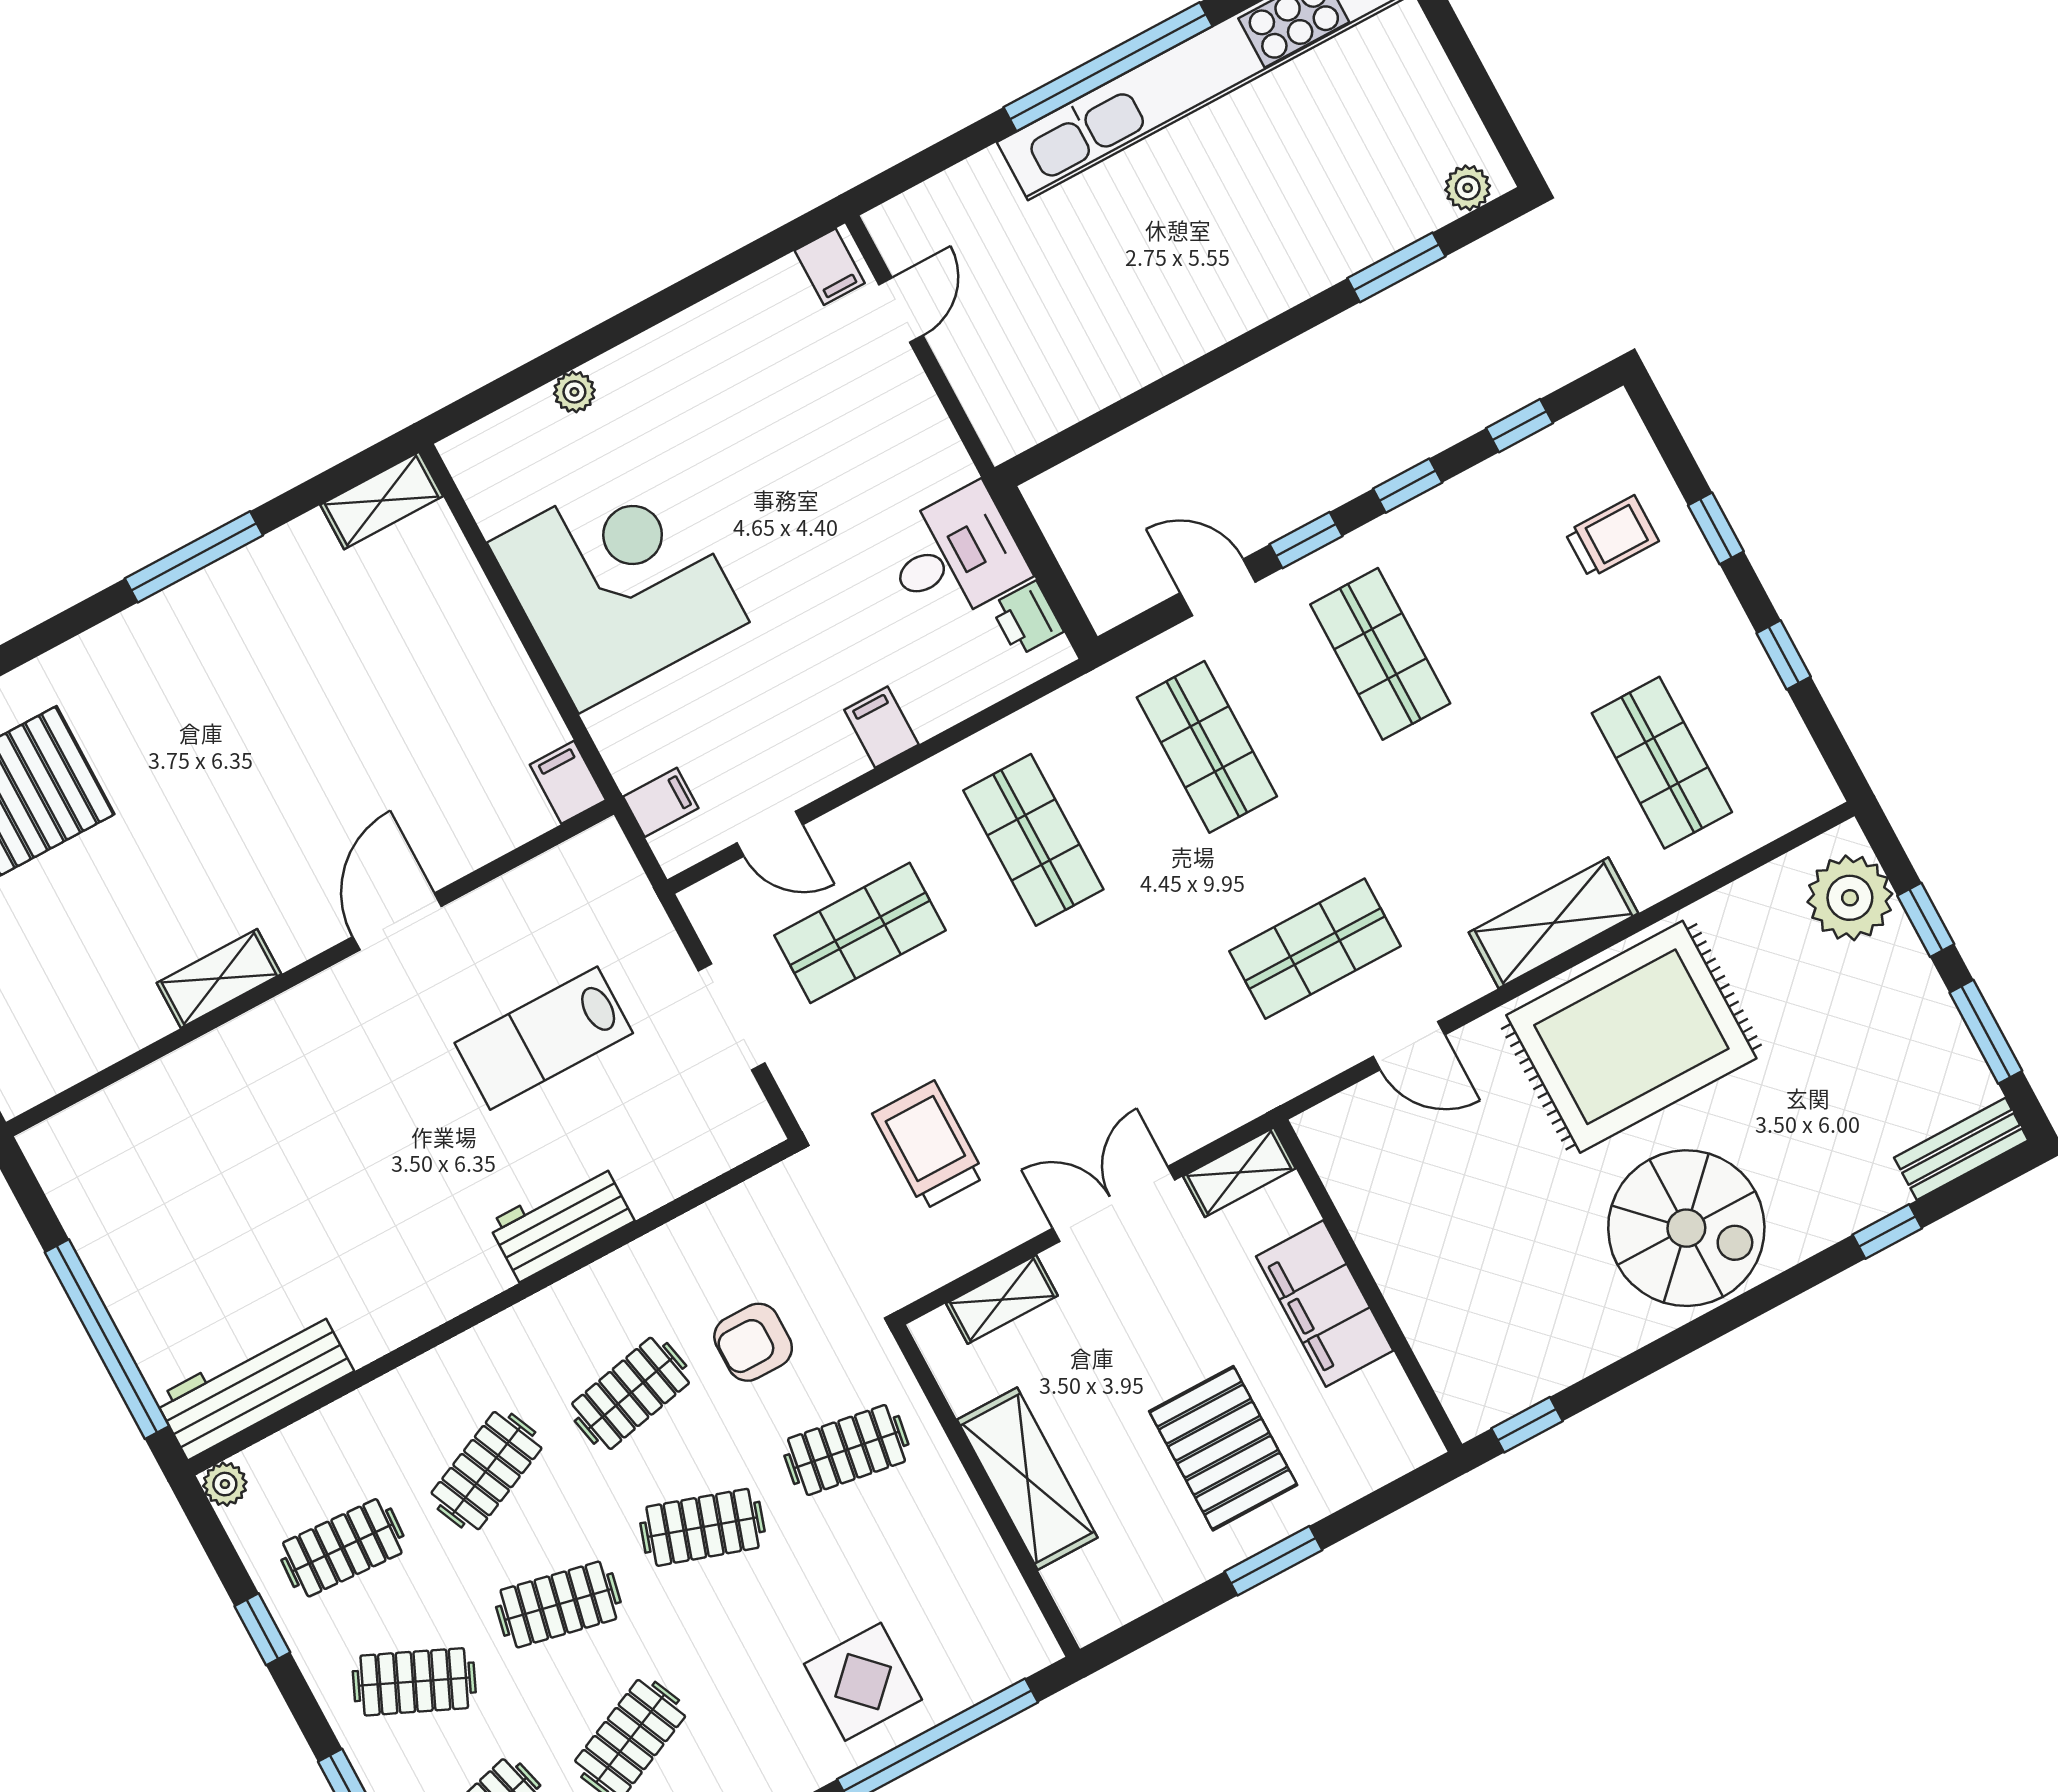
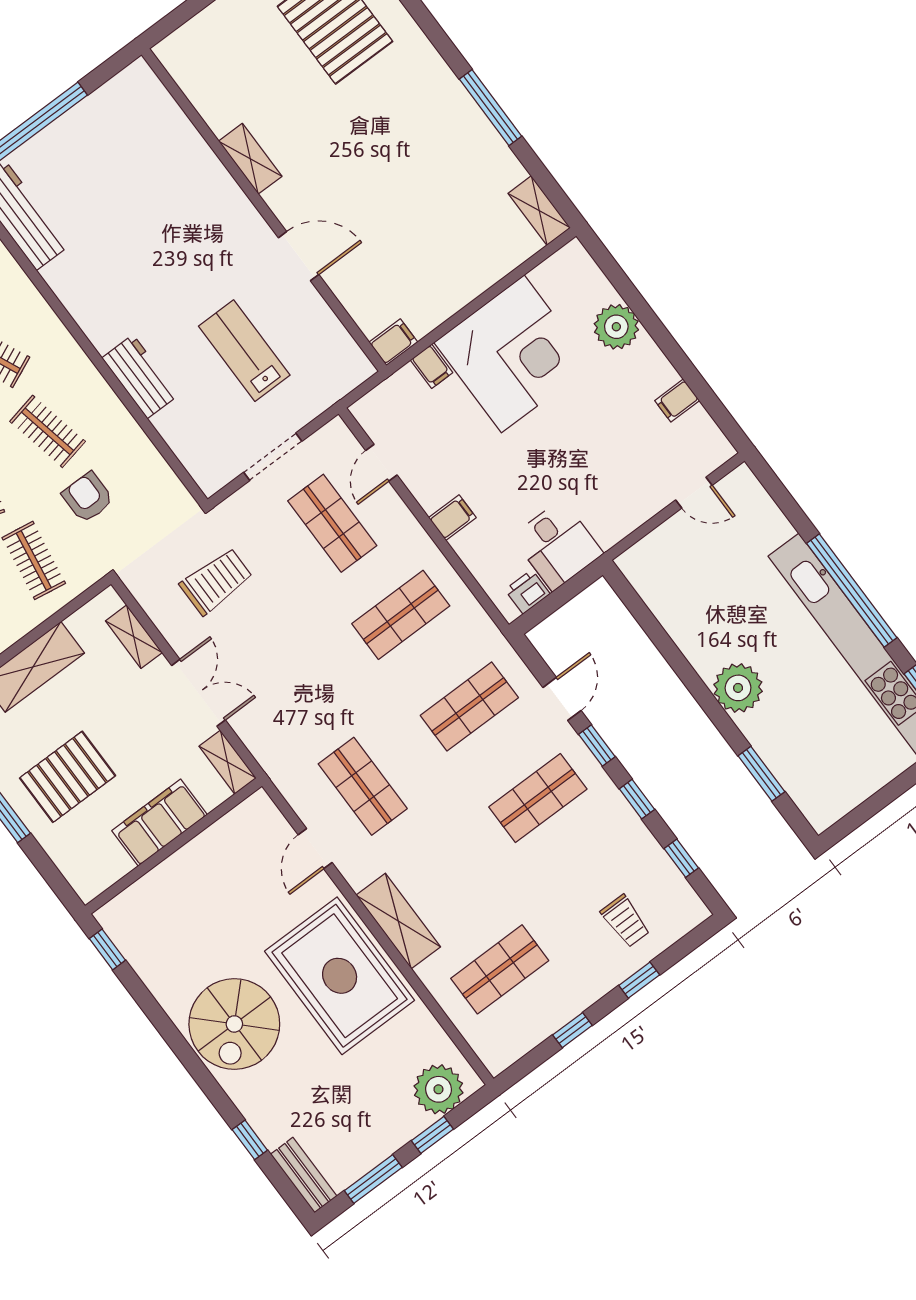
plant: (1468, 188) -> (738, 688), moved, width x1.87, depth x1.87
filing cabinet: (830, 267) -> (677, 401), moved
plant: (574, 392) -> (616, 327), width x1.88, depth x1.88
filing cabinet: (661, 802) -> (432, 366), moved

